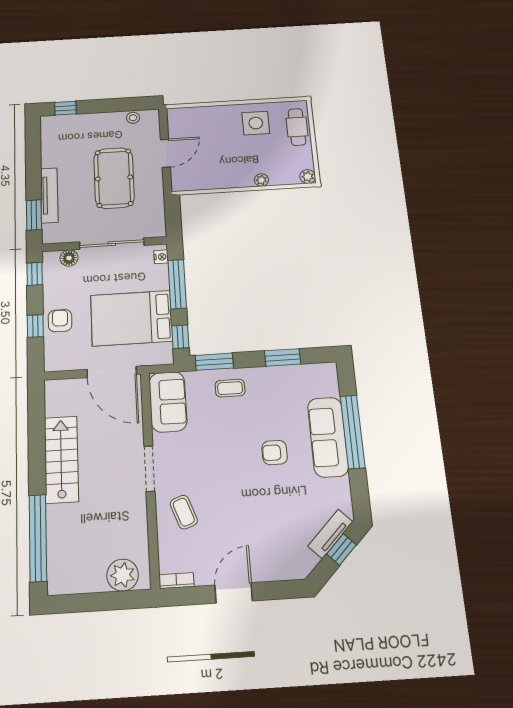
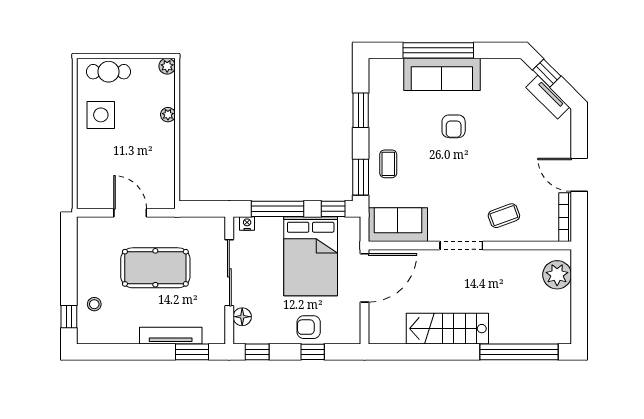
stool: (133, 118) -> (94, 304), moved
tv unit: (330, 534) -> (548, 97), moved
bookcase: (176, 581) -> (565, 217), width x1.56

